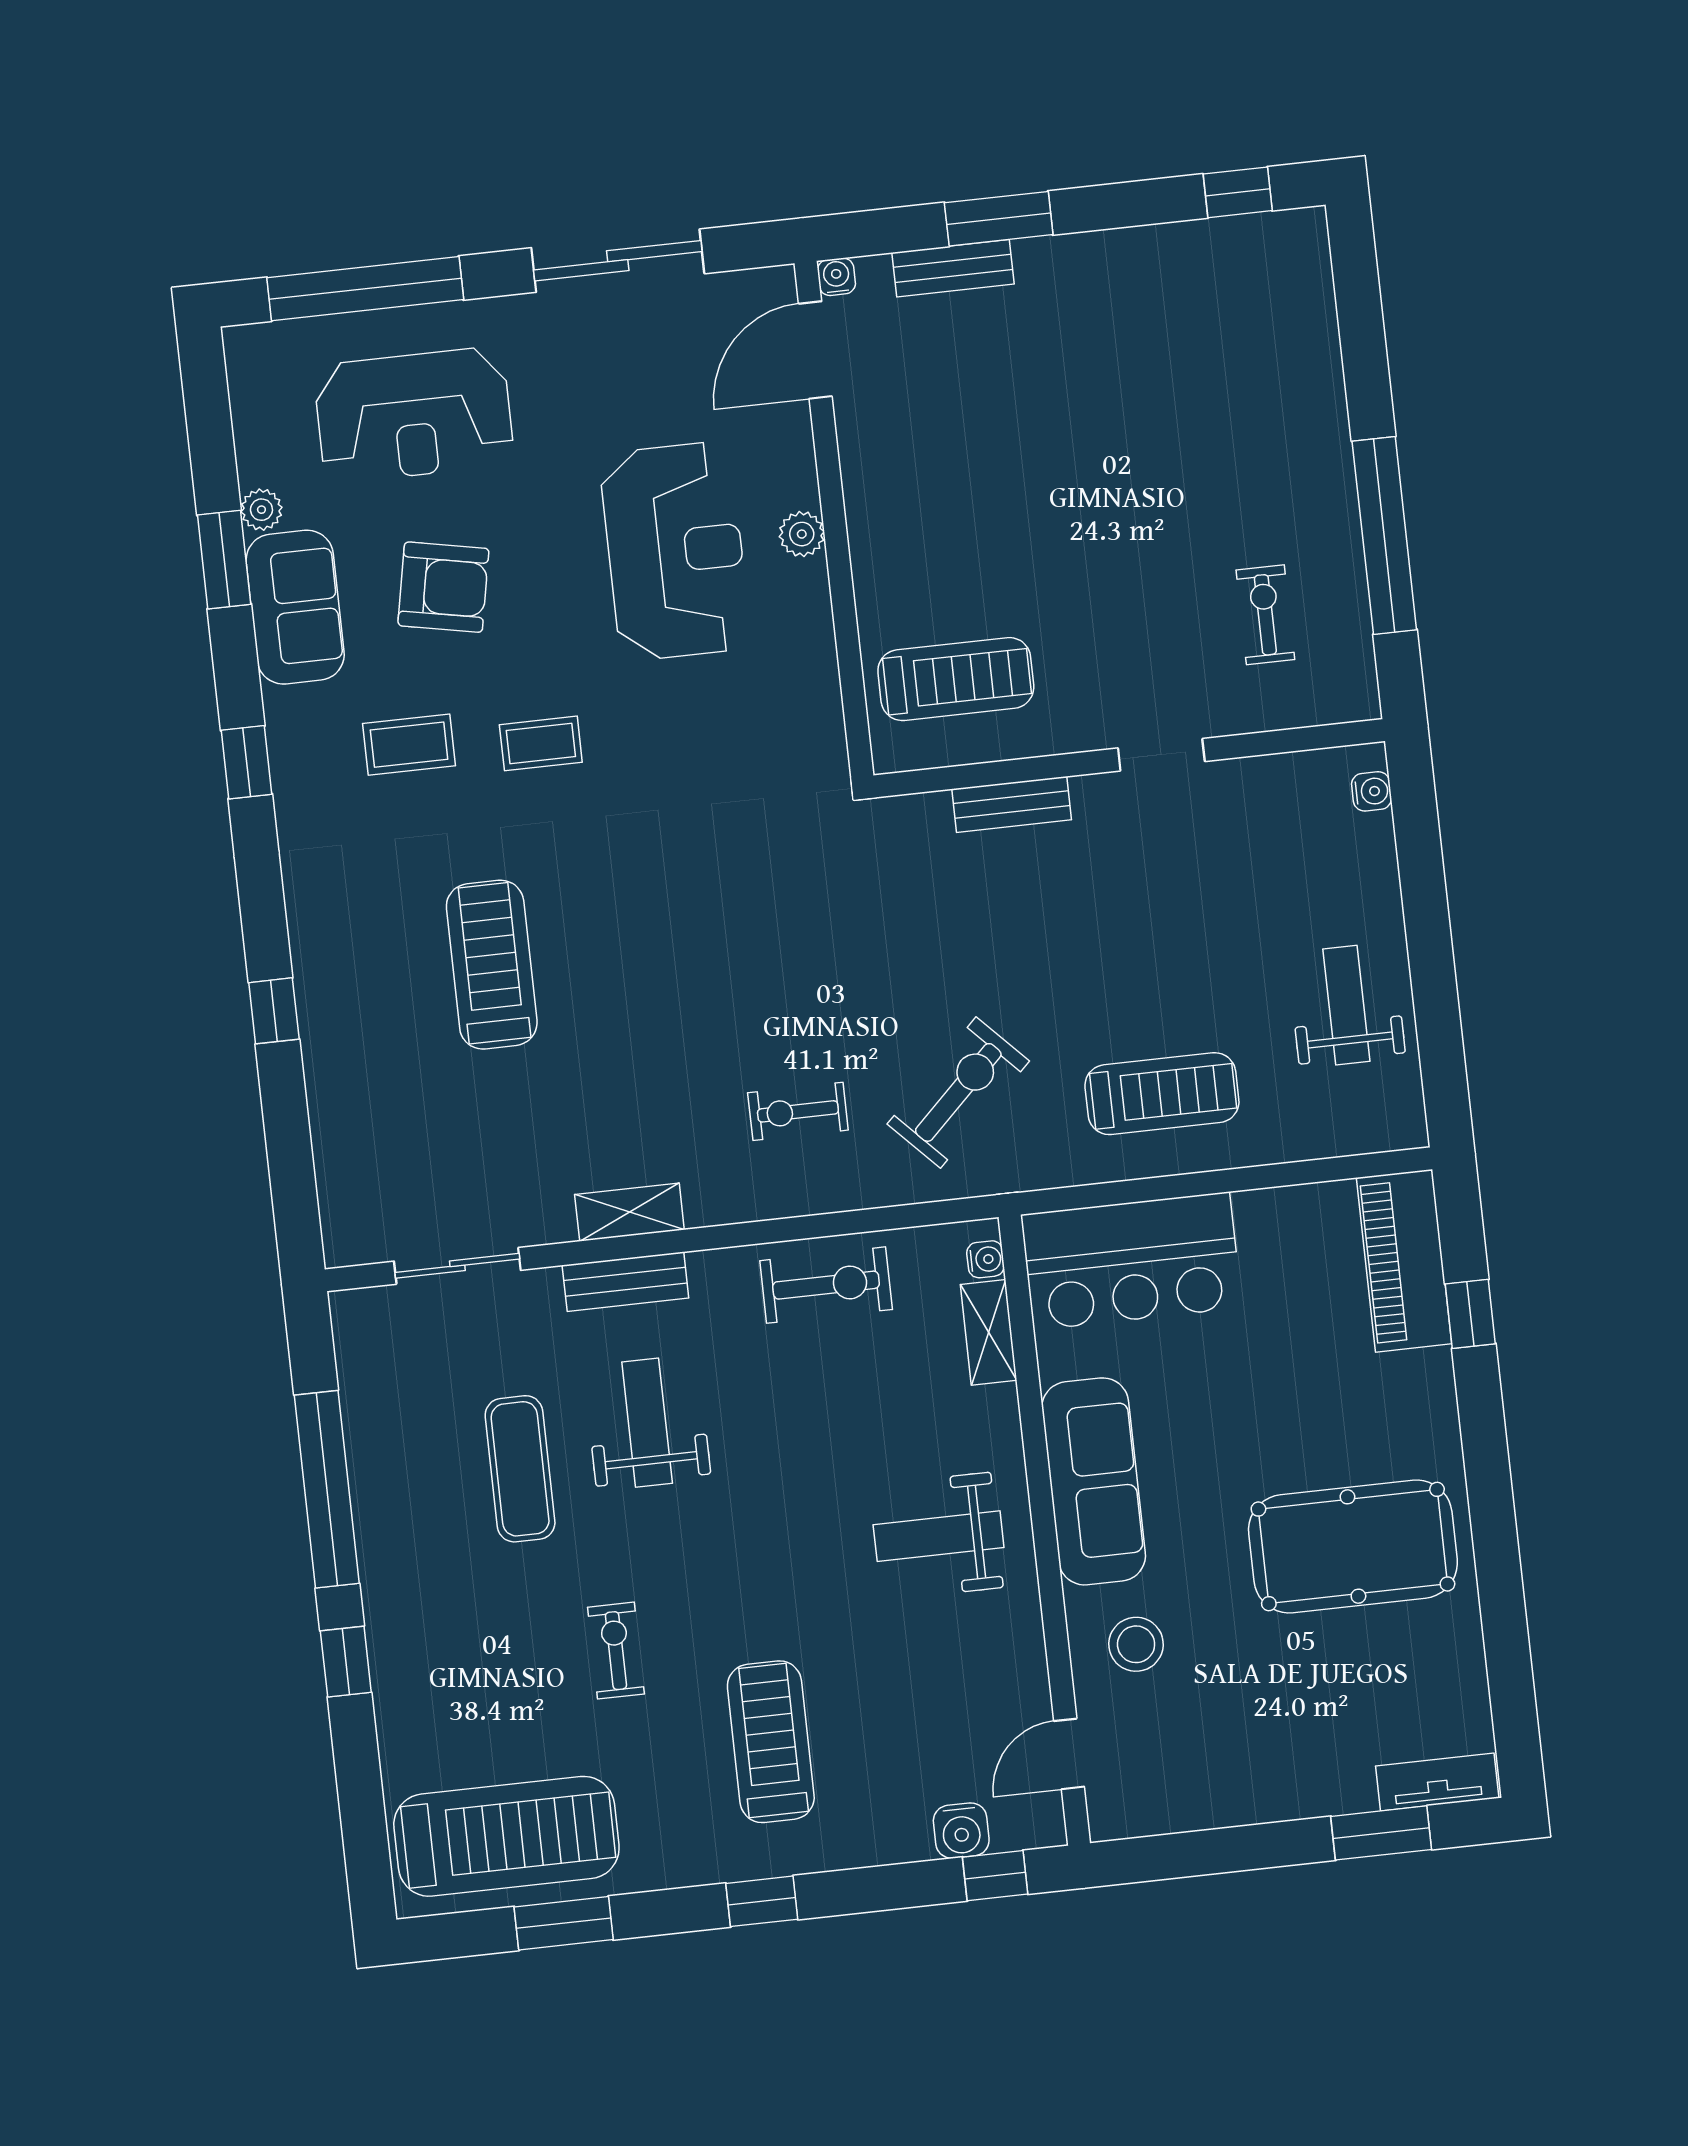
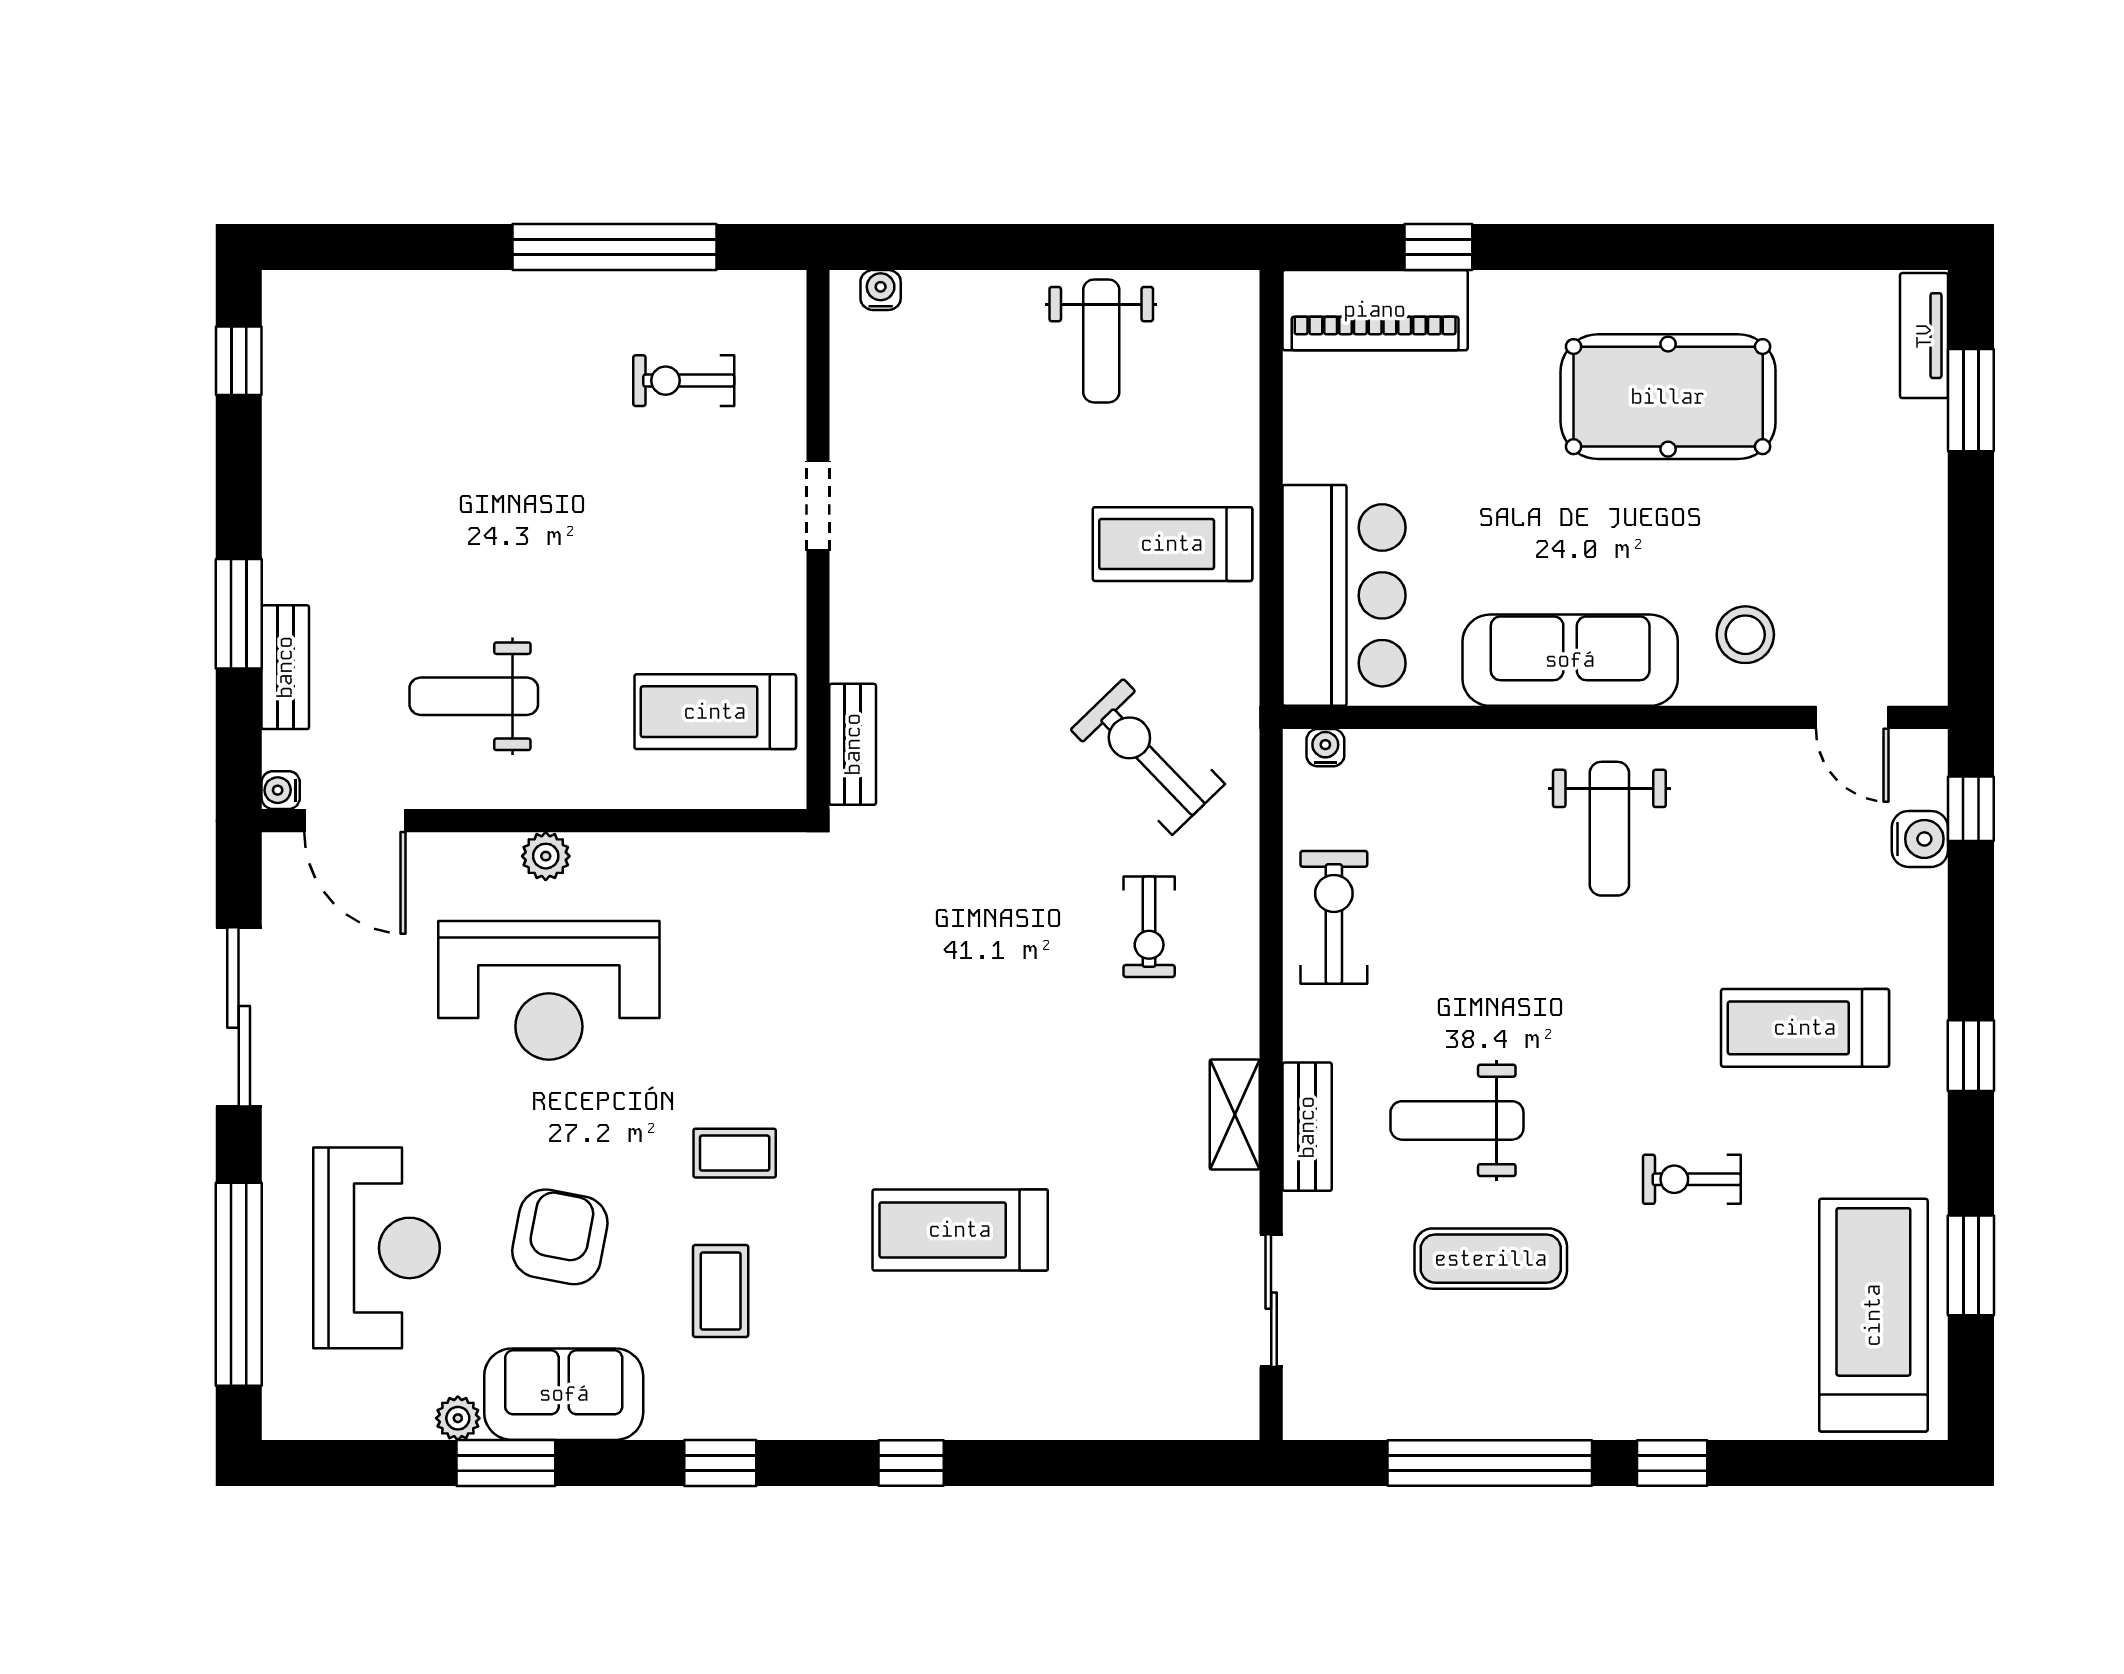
weight bench: (945, 449) -> (474, 696), added
reception desk: (675, 551) -> (549, 990), turned 180
treadmill: (956, 679) -> (715, 712), turned -90
coffee table: (541, 743) -> (735, 1153), turned 90
bench: (1012, 804) -> (853, 744), moved
weight bench: (1346, 1005) -> (1101, 341), turned -90
window: (274, 1011) -> (911, 1463), moved
treadmill: (1162, 1094) -> (1172, 544), turned -90
shelving: (989, 1332) -> (1402, 753), removed
pool table: (1353, 1547) -> (1668, 397), turned 90

